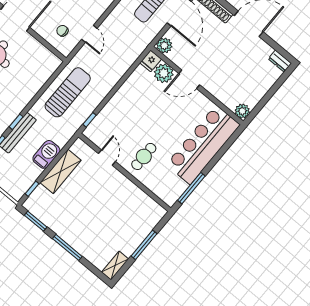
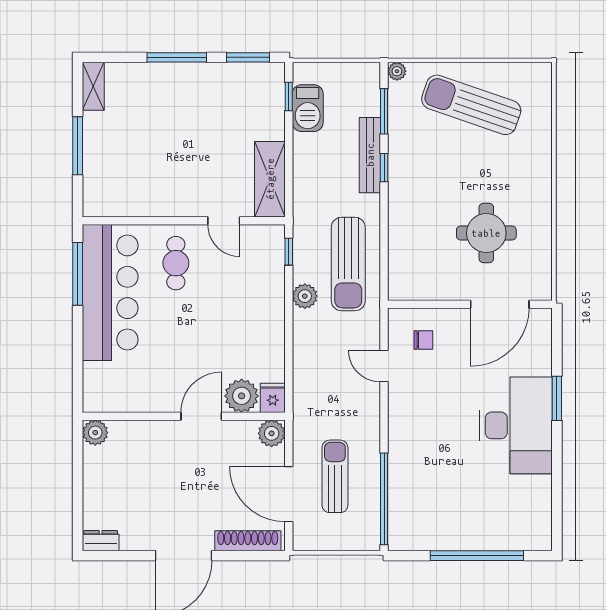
plant: (99, 94) -> (305, 296), added
bar counter: (203, 145) -> (110, 292), moved
barbecue: (46, 154) -> (308, 108), moved
shelving: (61, 171) -> (270, 179), moved

